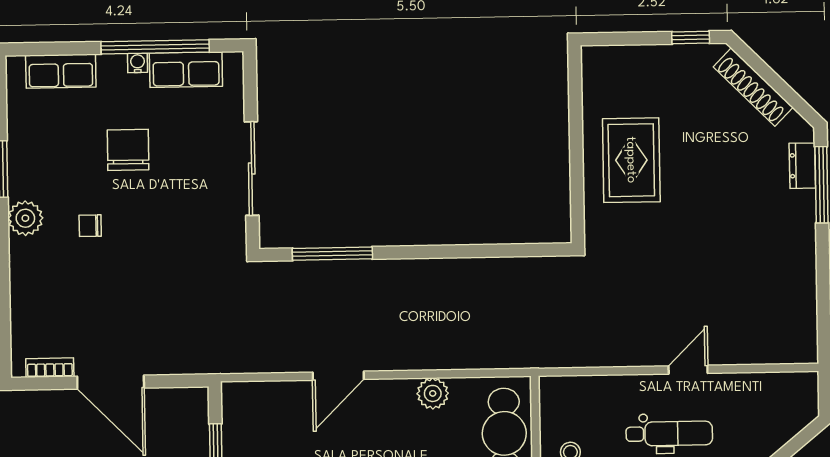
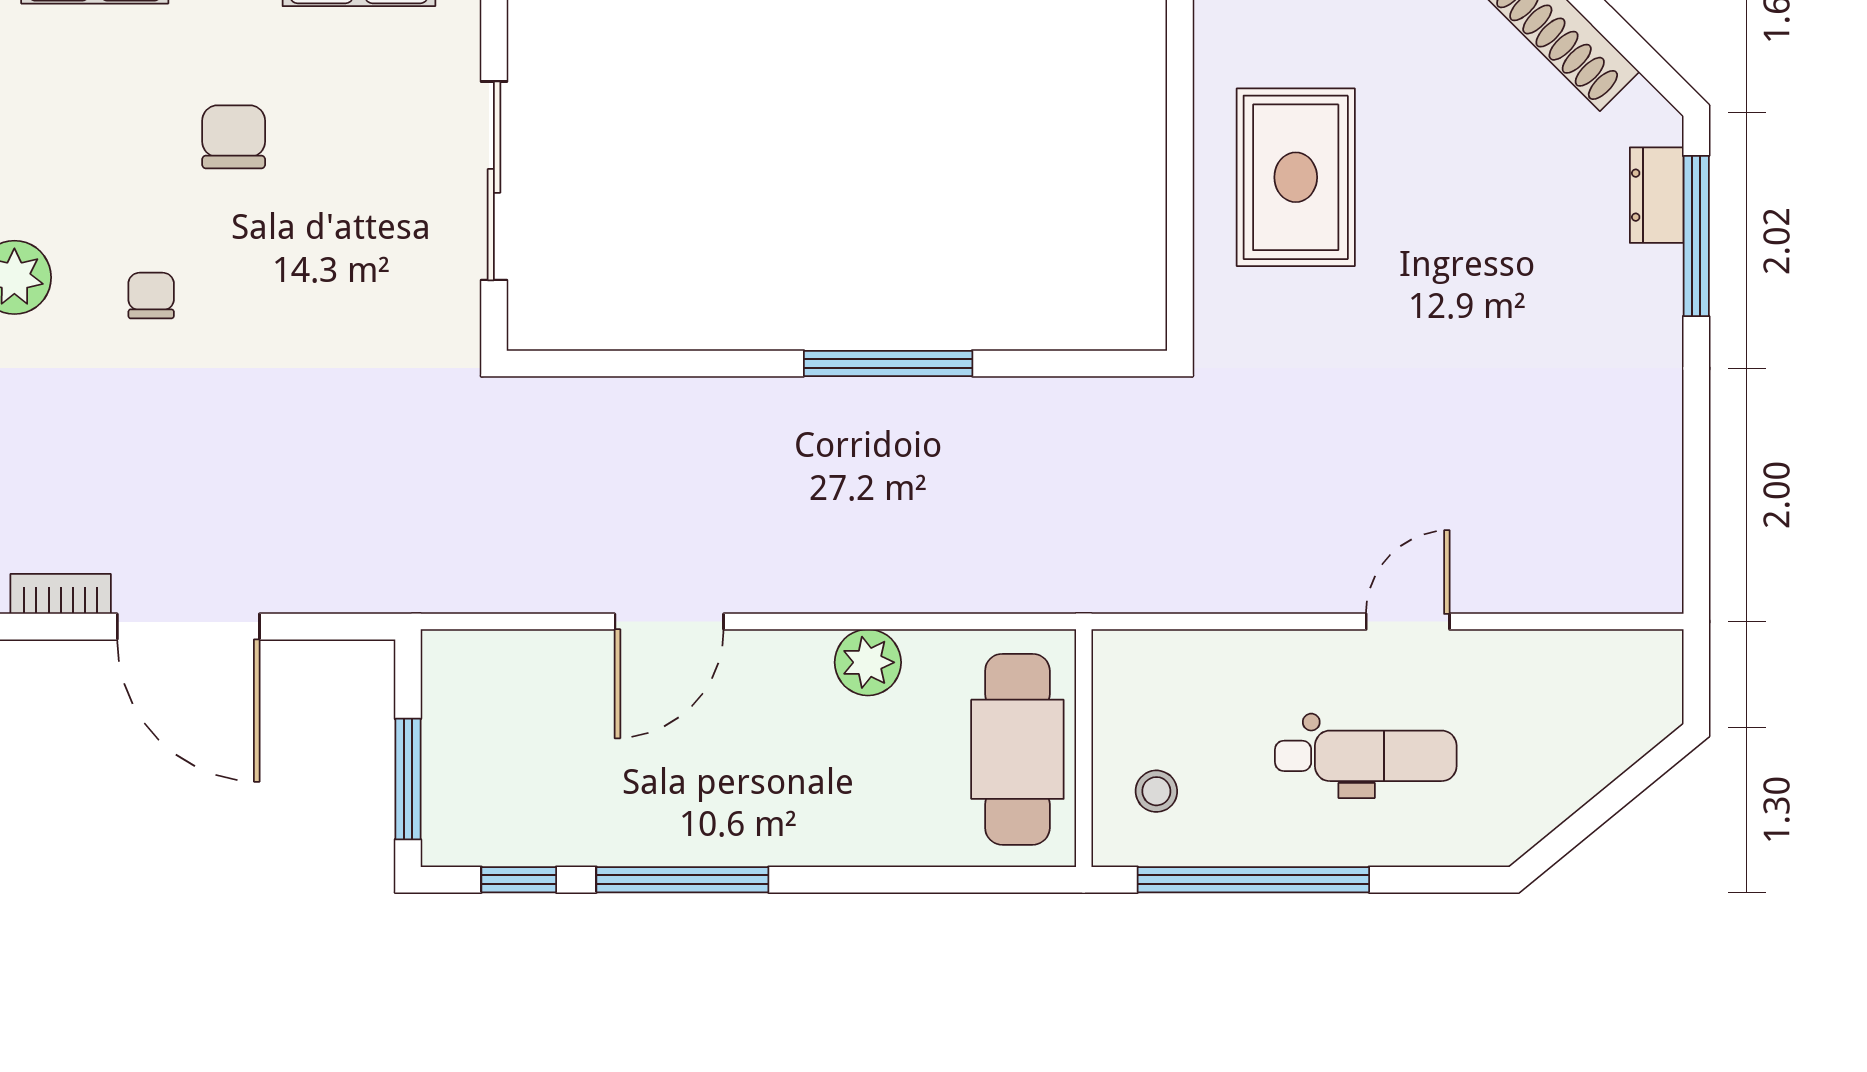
chair: (128, 150) -> (234, 137), width x0.73, depth x0.73
chair: (90, 226) -> (151, 296), turned 90
window: (332, 254) -> (888, 363), moved

